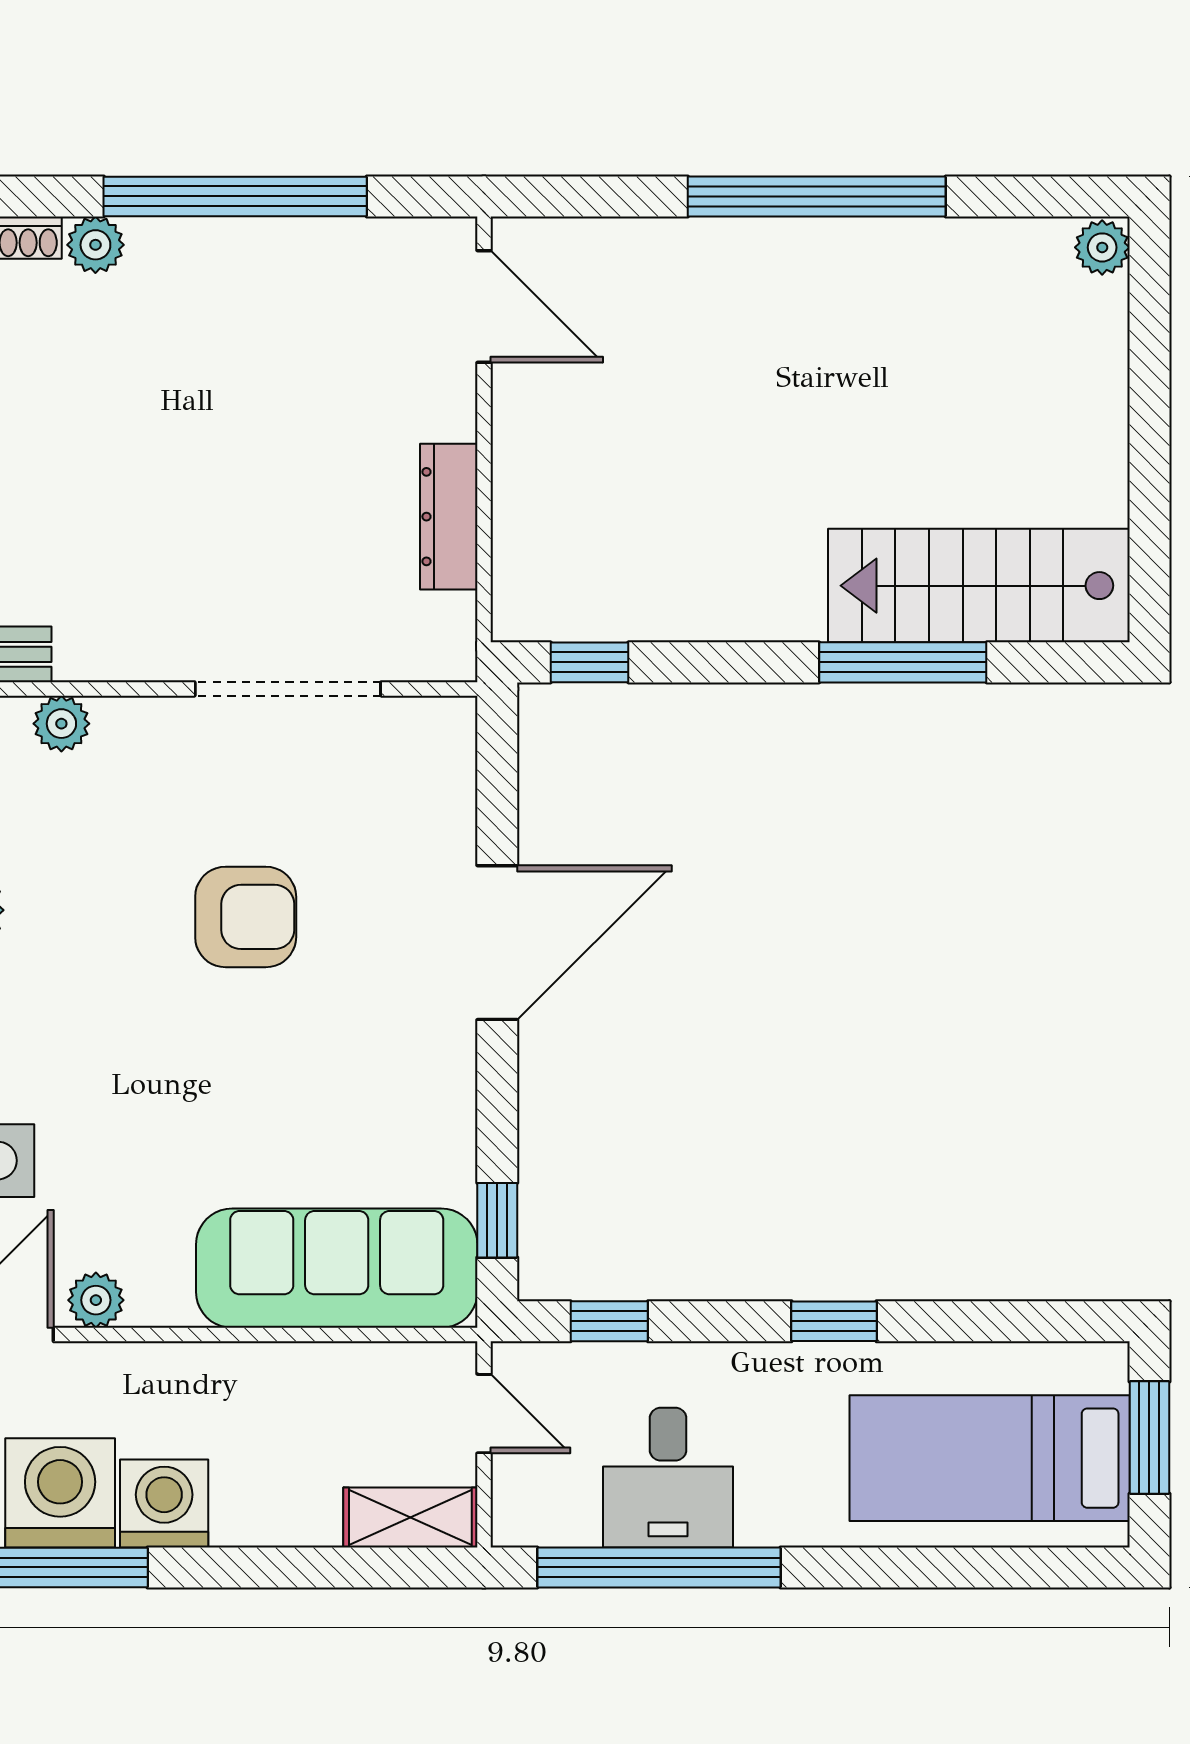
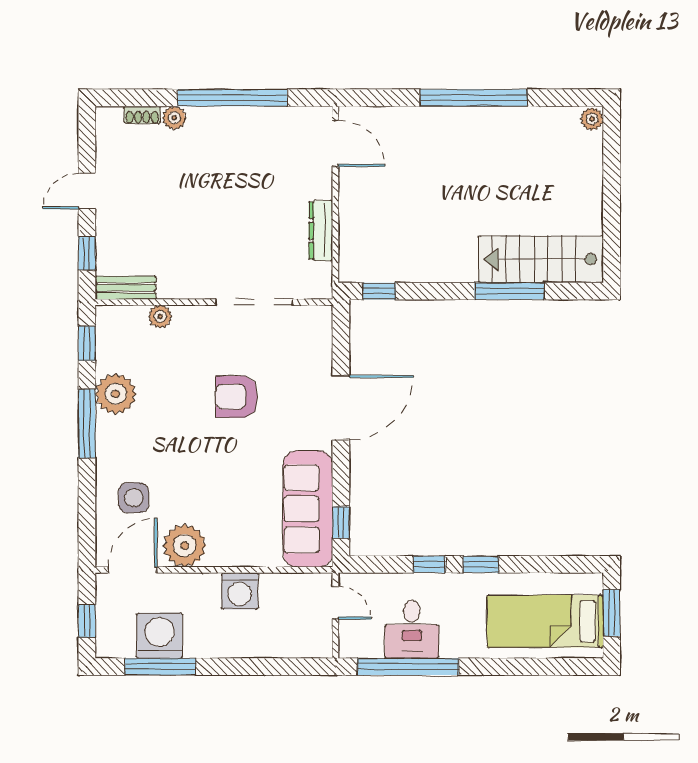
armchair: (246, 917) -> (237, 397), turned 180
sofa: (337, 1268) -> (308, 509), moved, turned -90
plant: (96, 1300) -> (185, 546), width x1.87, depth x1.87
window: (609, 1321) -> (429, 564), moved
washing machine: (164, 1503) -> (240, 591), moved, turned 180
shelving: (410, 1517) -> (305, 646), removed

